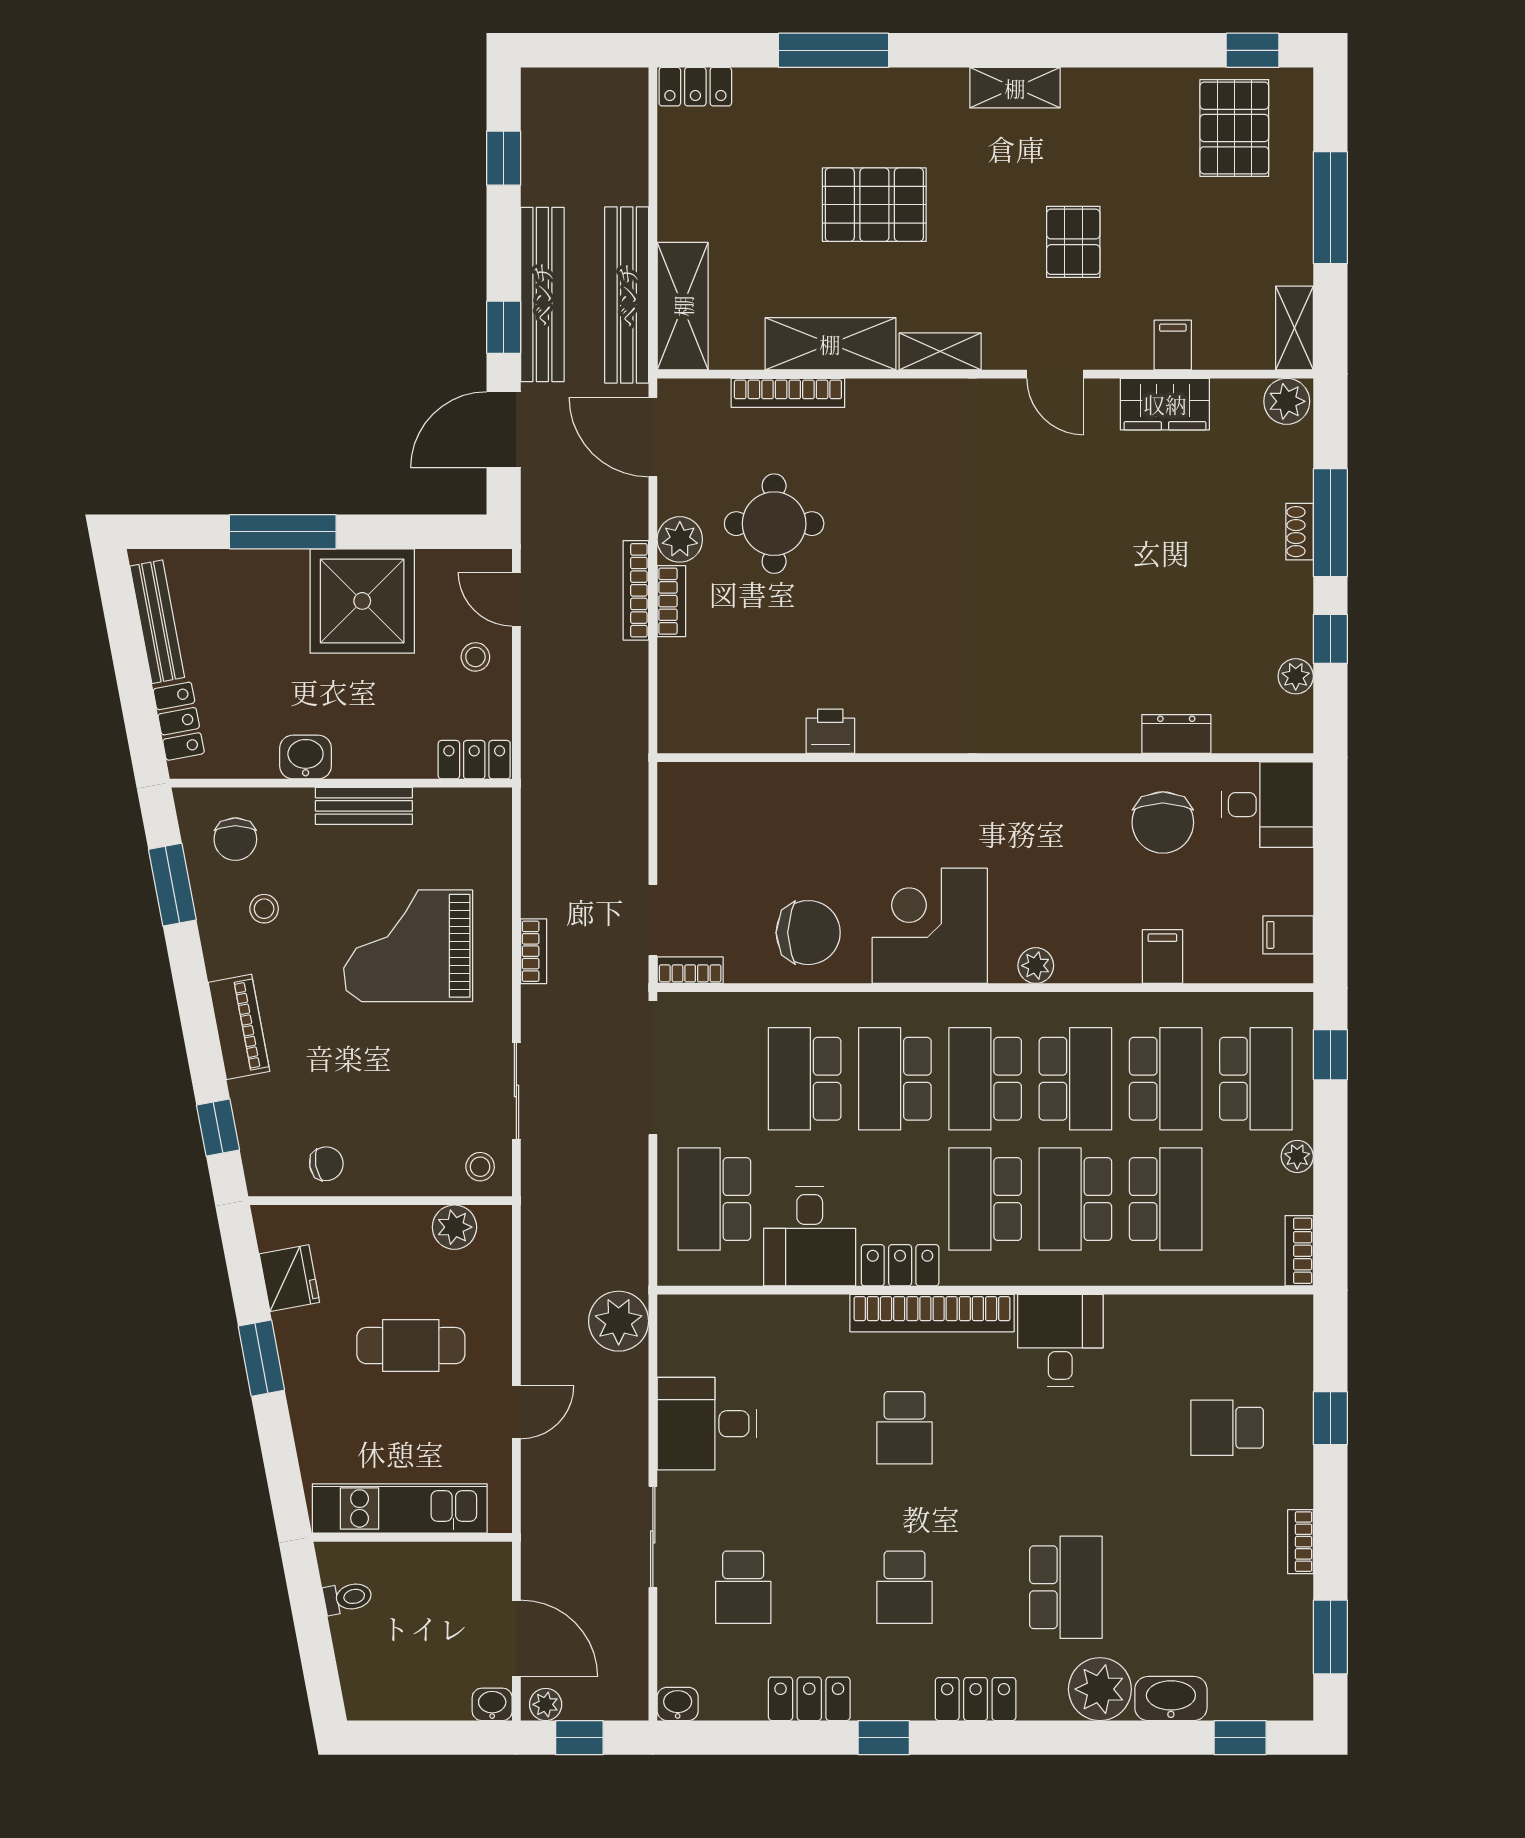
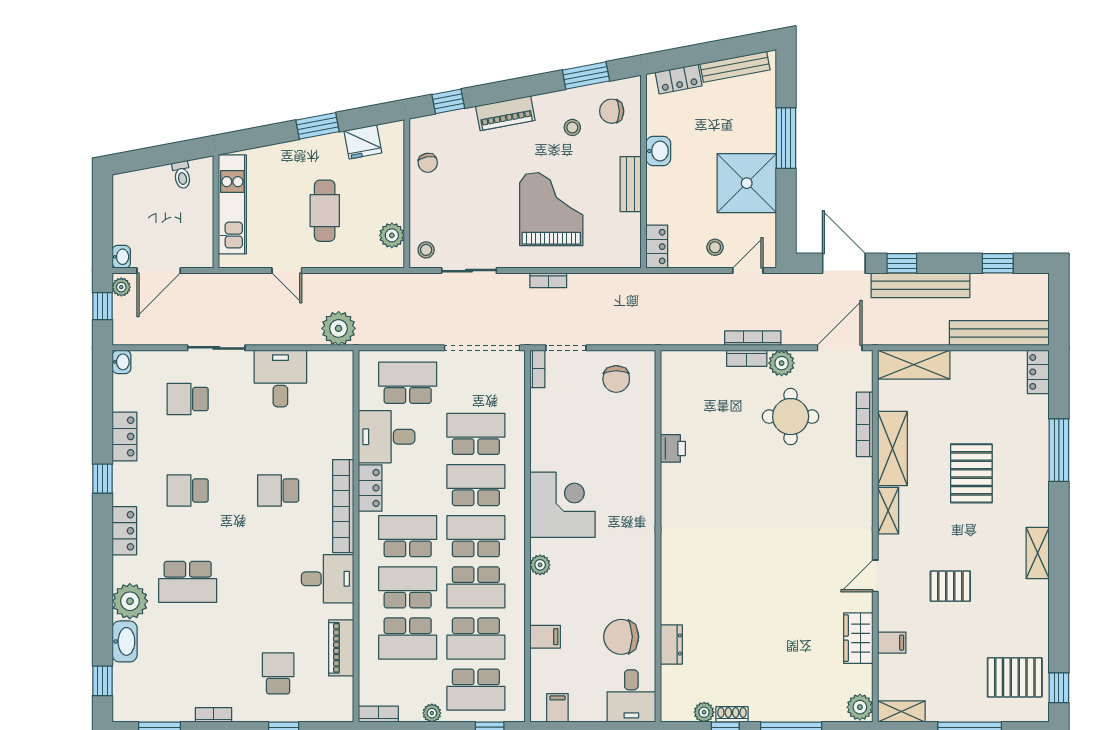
bench: (627, 295) -> (999, 333), moved
shoe rack: (1300, 532) -> (732, 714), moved
chair: (808, 933) -> (616, 379), moved, width x0.73, depth x0.73
piano: (1182, 1317) -> (341, 648), added

